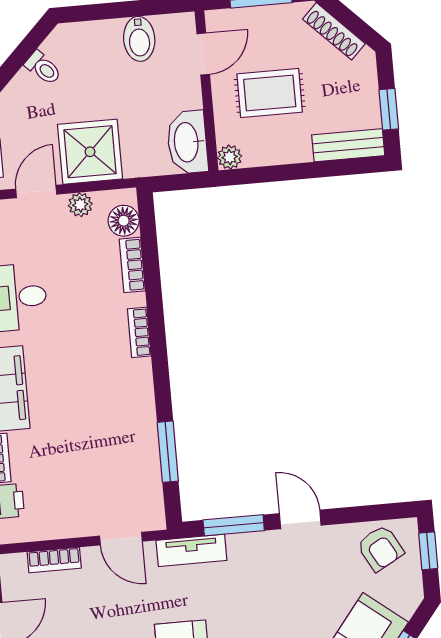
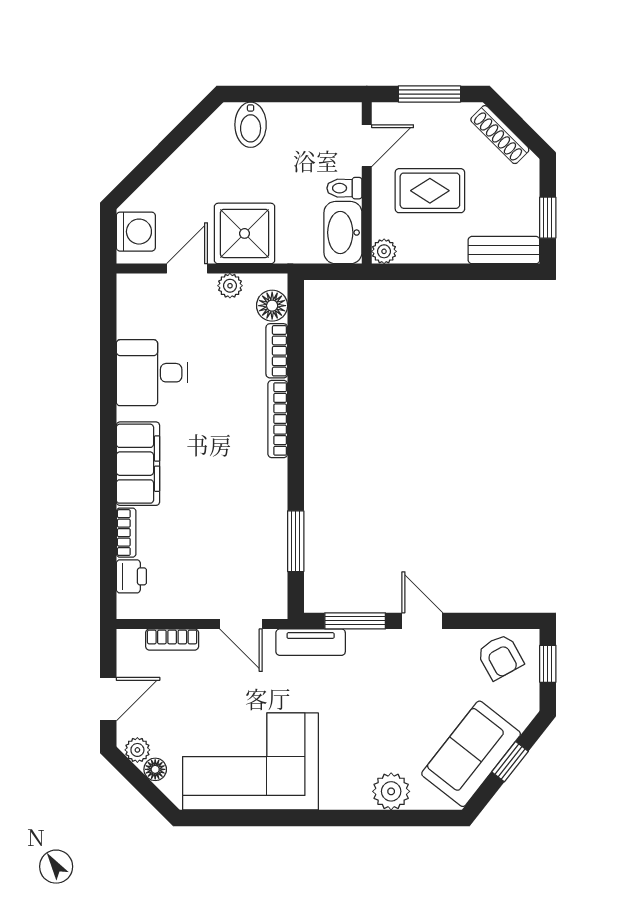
bidet: (139, 39) -> (251, 125), moved
toilet: (43, 68) -> (344, 188), moved, turned 135
bookcase: (139, 332) -> (278, 419), width x1.56

